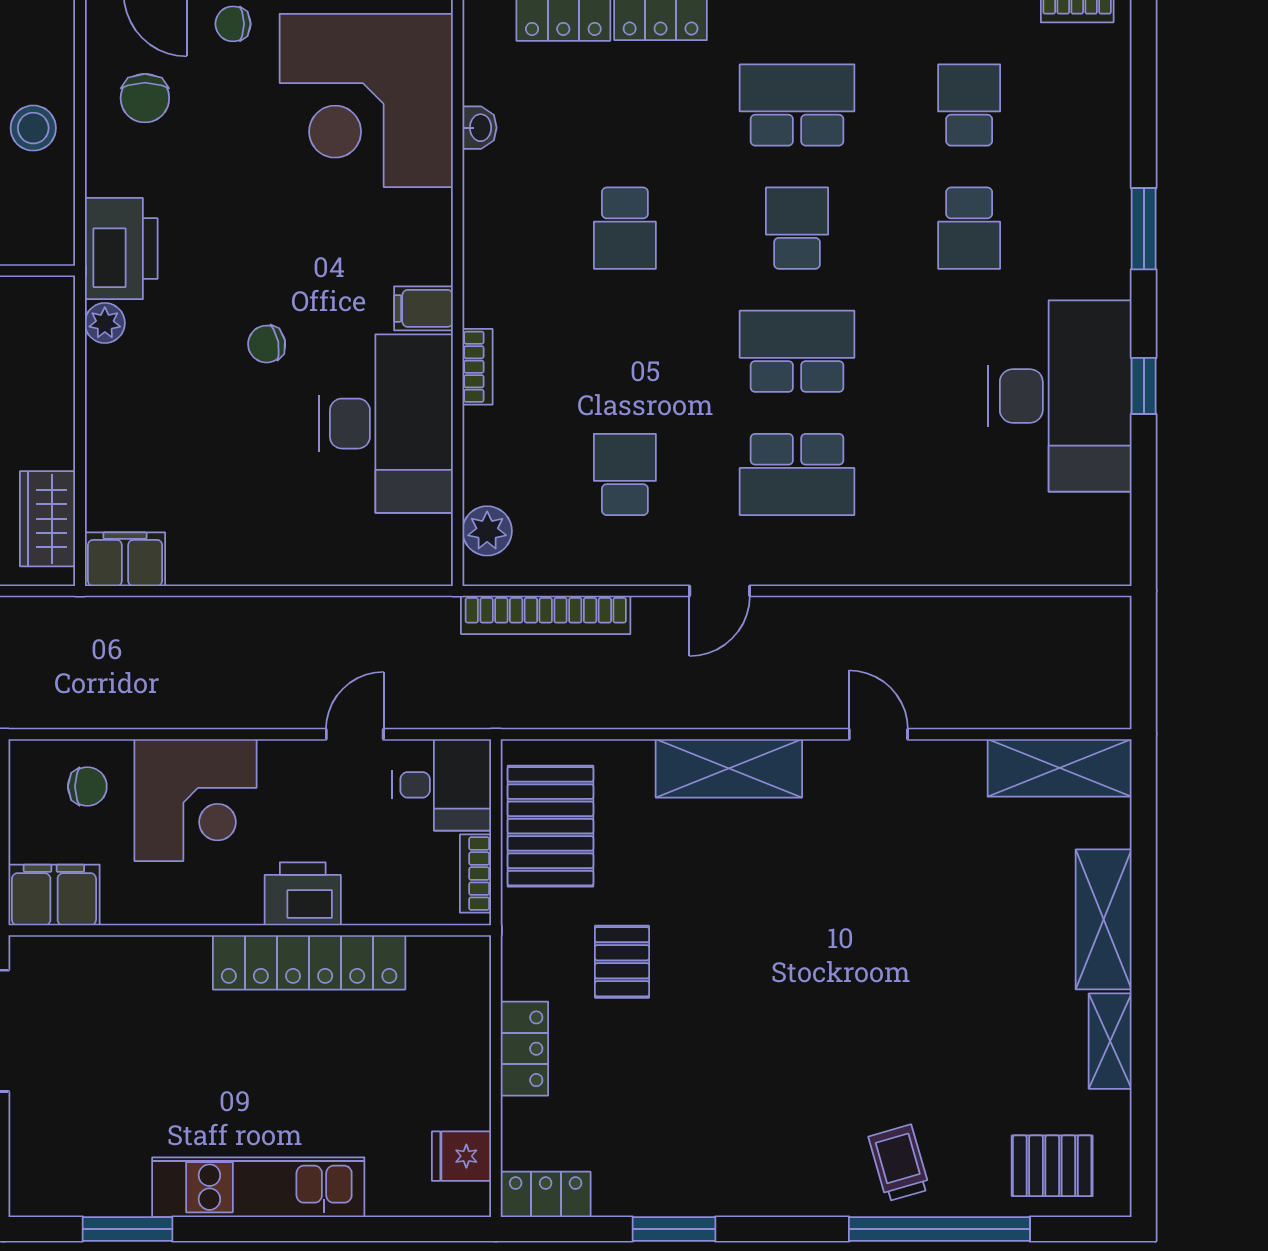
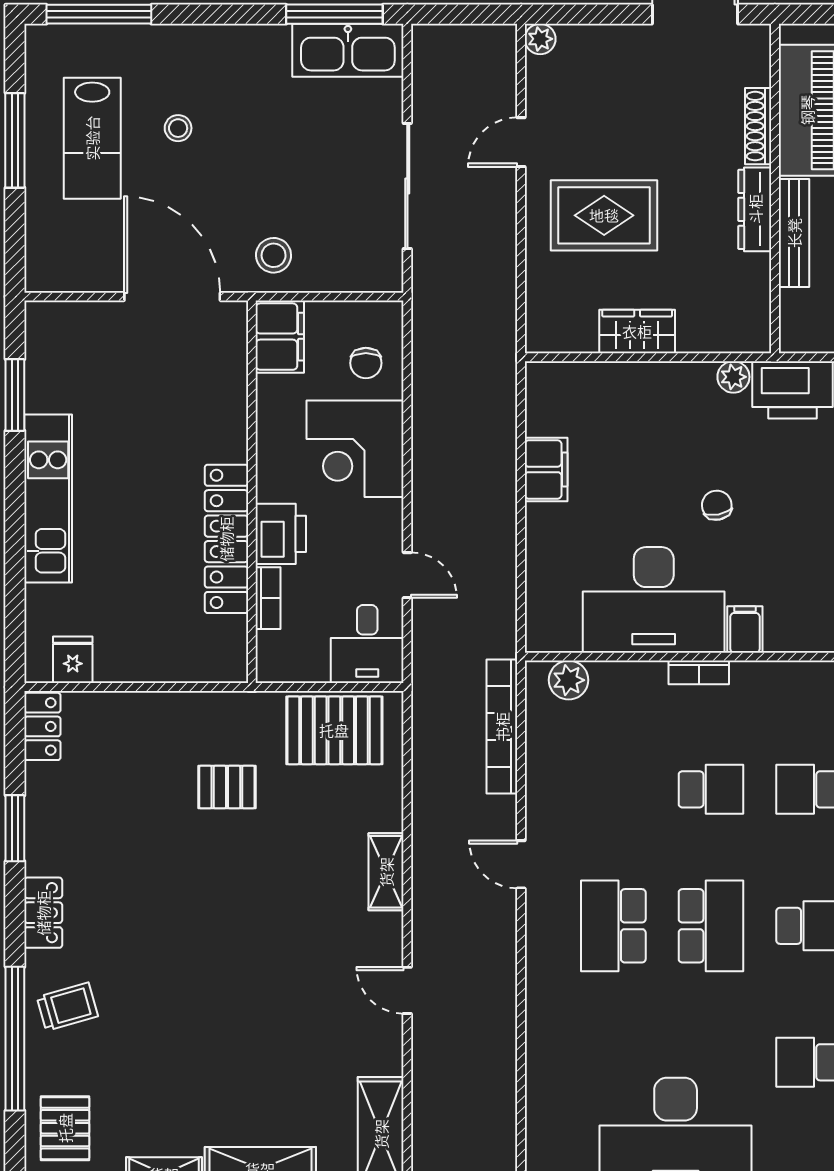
school desk: (625, 474) -> (711, 789), moved
wardrobe: (48, 519) -> (637, 331), moved
filing cabinet: (125, 559) -> (546, 469), moved
door: (878, 734) -> (407, 990), swing flipped
shelving: (729, 768) -> (386, 872), width x0.67, depth x0.75
bookcase: (475, 874) -> (268, 598), moved, turned 90
locker: (524, 1049) -> (43, 913), moved, turned -90

